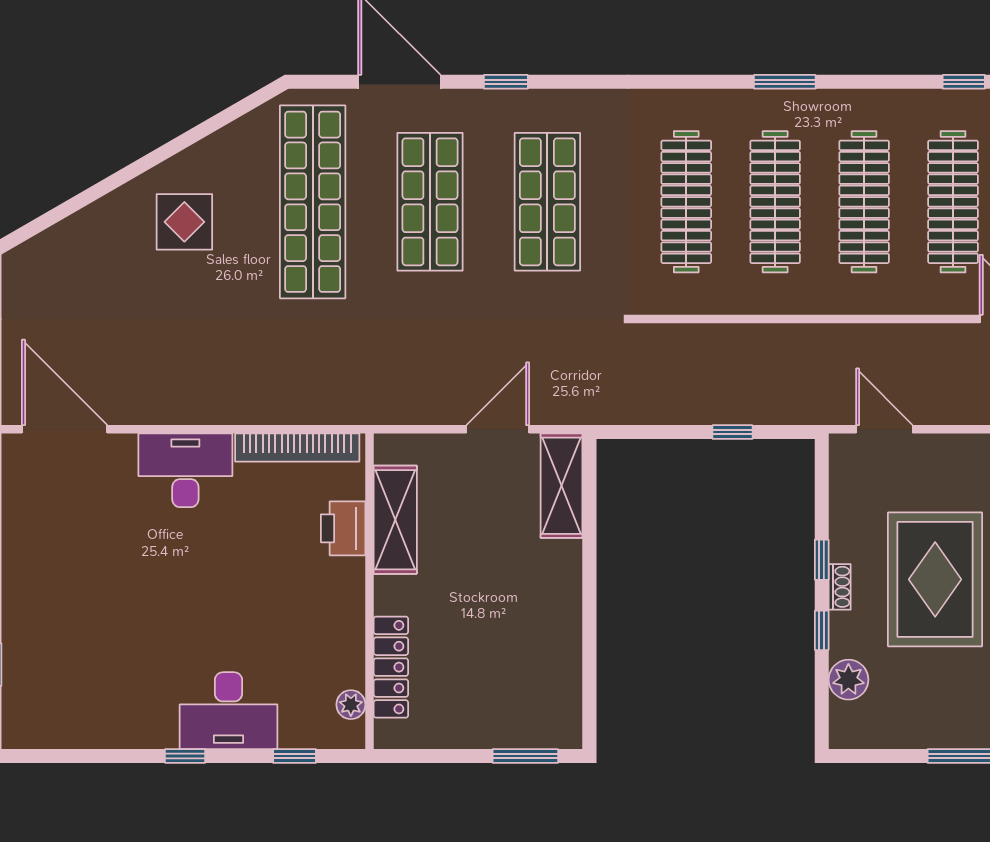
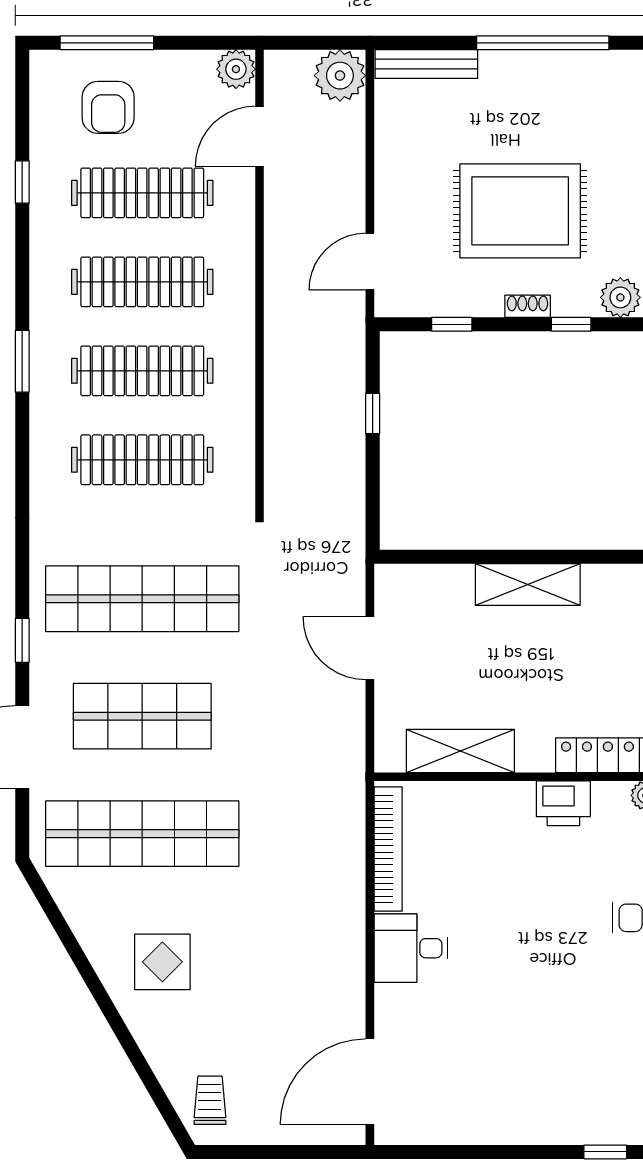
shop shelf: (547, 202) -> (142, 599), width x1.40
trolley: (46, 269) -> (210, 1100), added
desk: (185, 470) -> (411, 948), width x0.73
shelving: (562, 486) -> (528, 585), moved
printer: (343, 528) -> (563, 803), moved
window: (822, 560) -> (452, 324), moved

